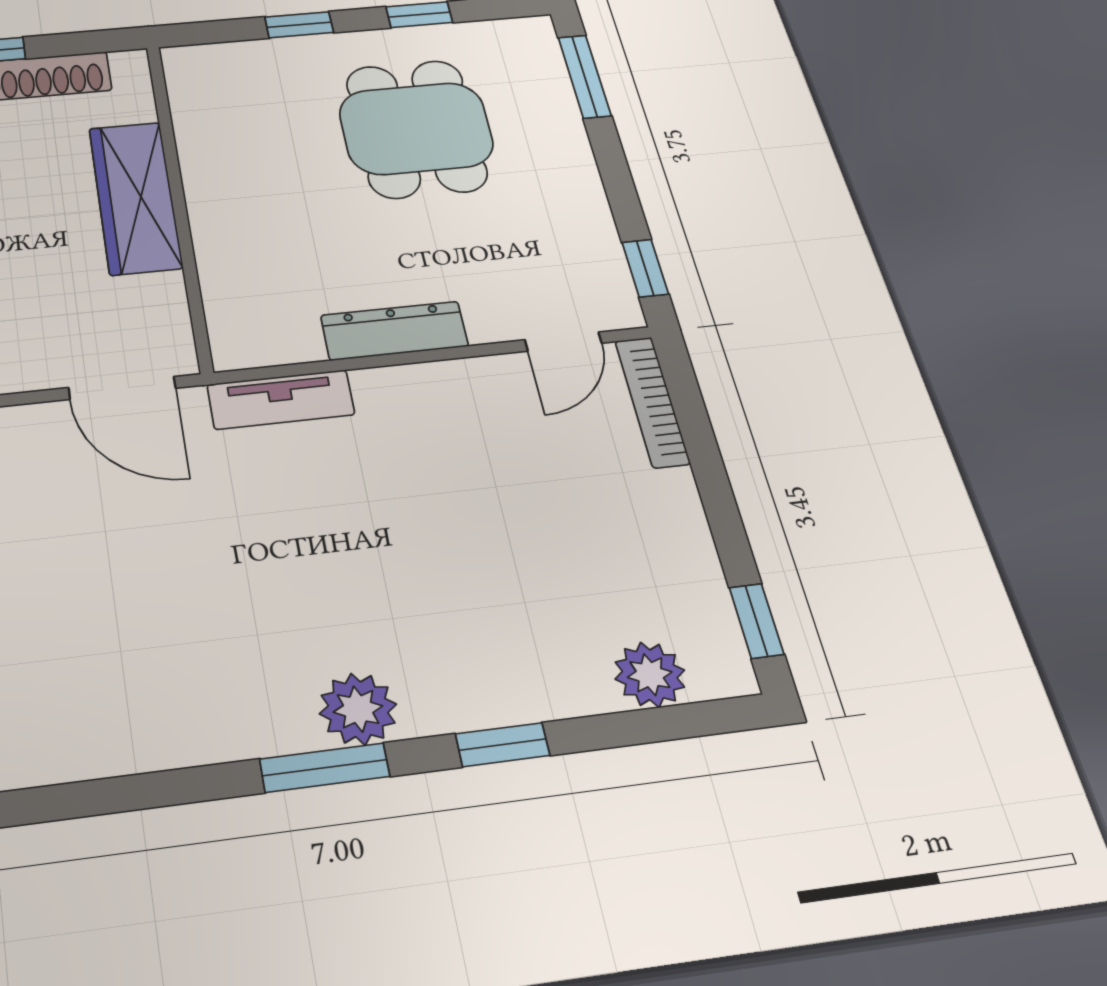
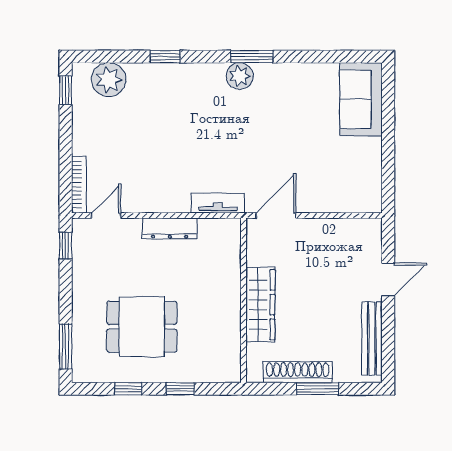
dining table: (416, 128) -> (142, 327), turned 90
door: (122, 388) -> (276, 216), hinge flipped
plant: (650, 675) -> (109, 80), width x1.36, depth x1.36
plant: (358, 709) -> (240, 76), moved
window: (325, 768) -> (252, 57), moved

